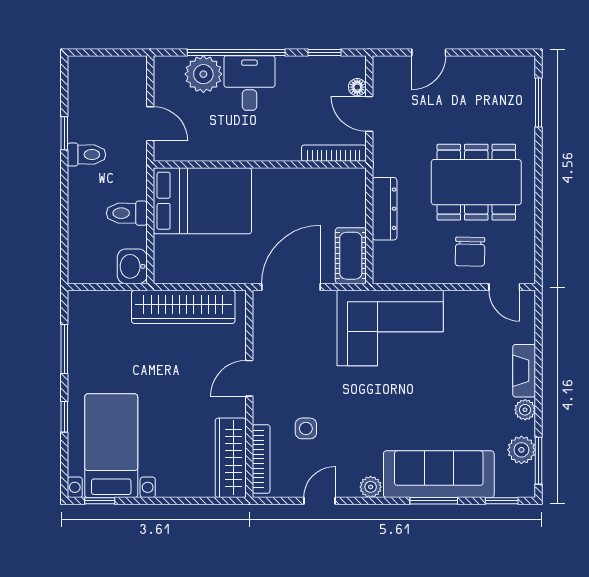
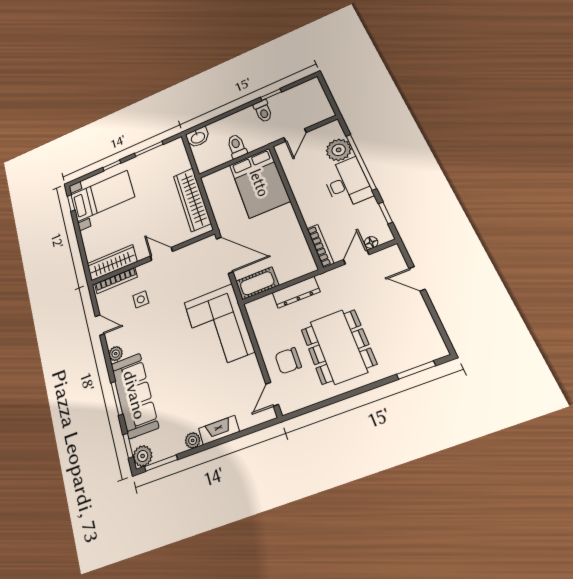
desk: (249, 83) -> (347, 183), width x1.37
washbasin: (132, 266) -> (198, 137), moved, turned 180
plant: (521, 450) -> (143, 456), moved

